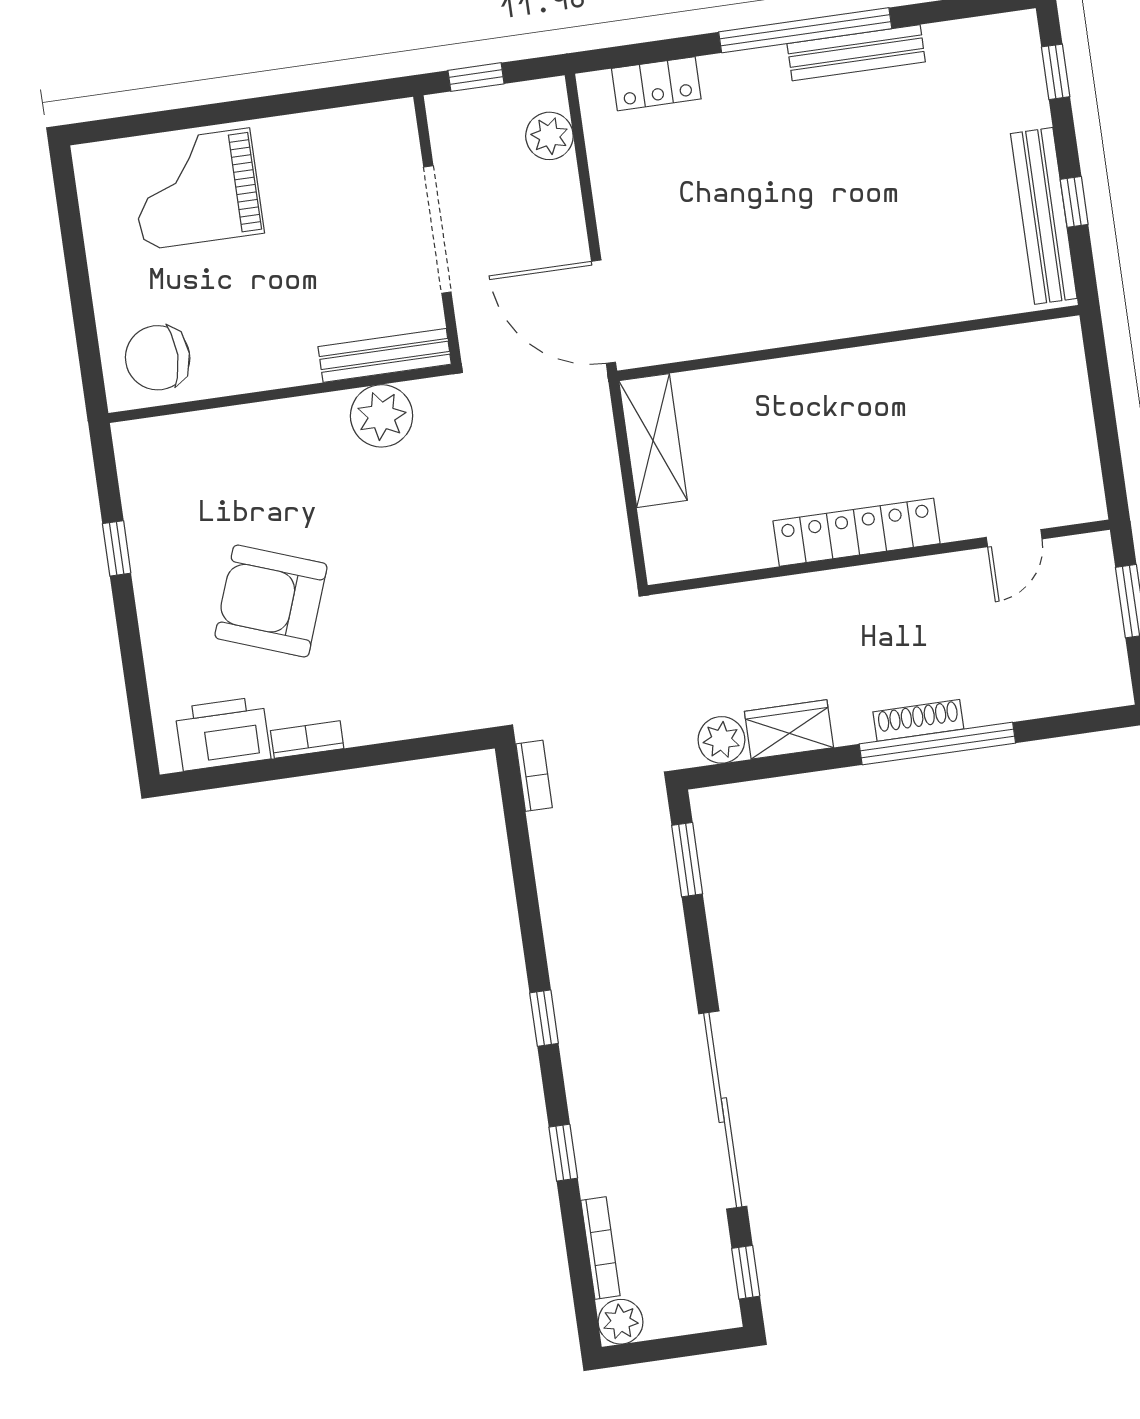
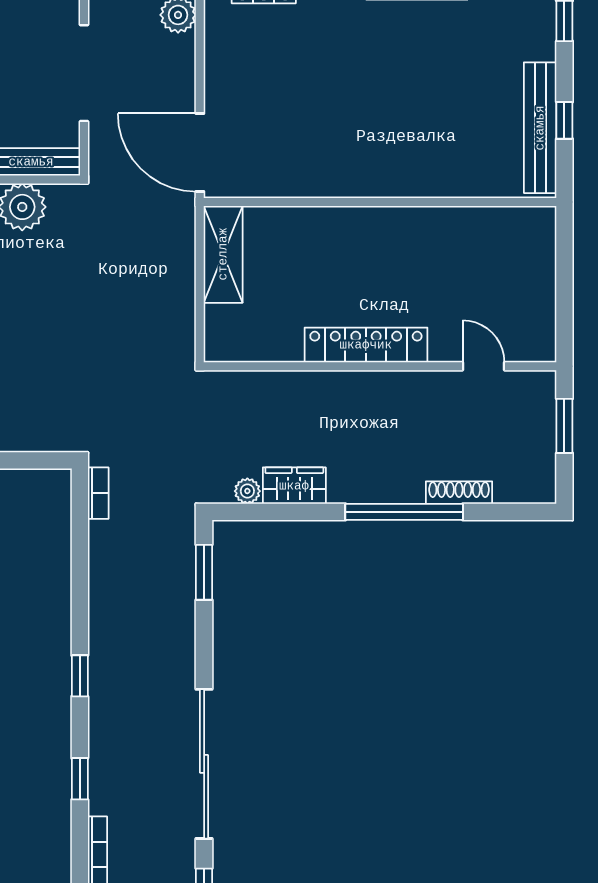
door: (1014, 538) -> (484, 366), swing flipped
shoe rack: (918, 720) -> (459, 493), moved
plant: (721, 740) -> (247, 491), width x0.73, depth x0.73

